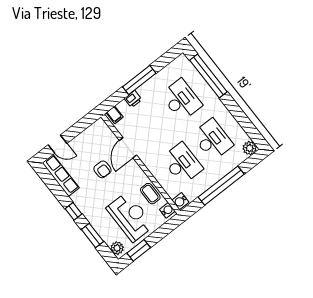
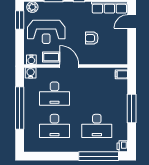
printer: (133, 99) -> (122, 146), moved
door: (128, 148) -> (69, 66), moved
plant: (250, 148) -> (30, 146), removed

